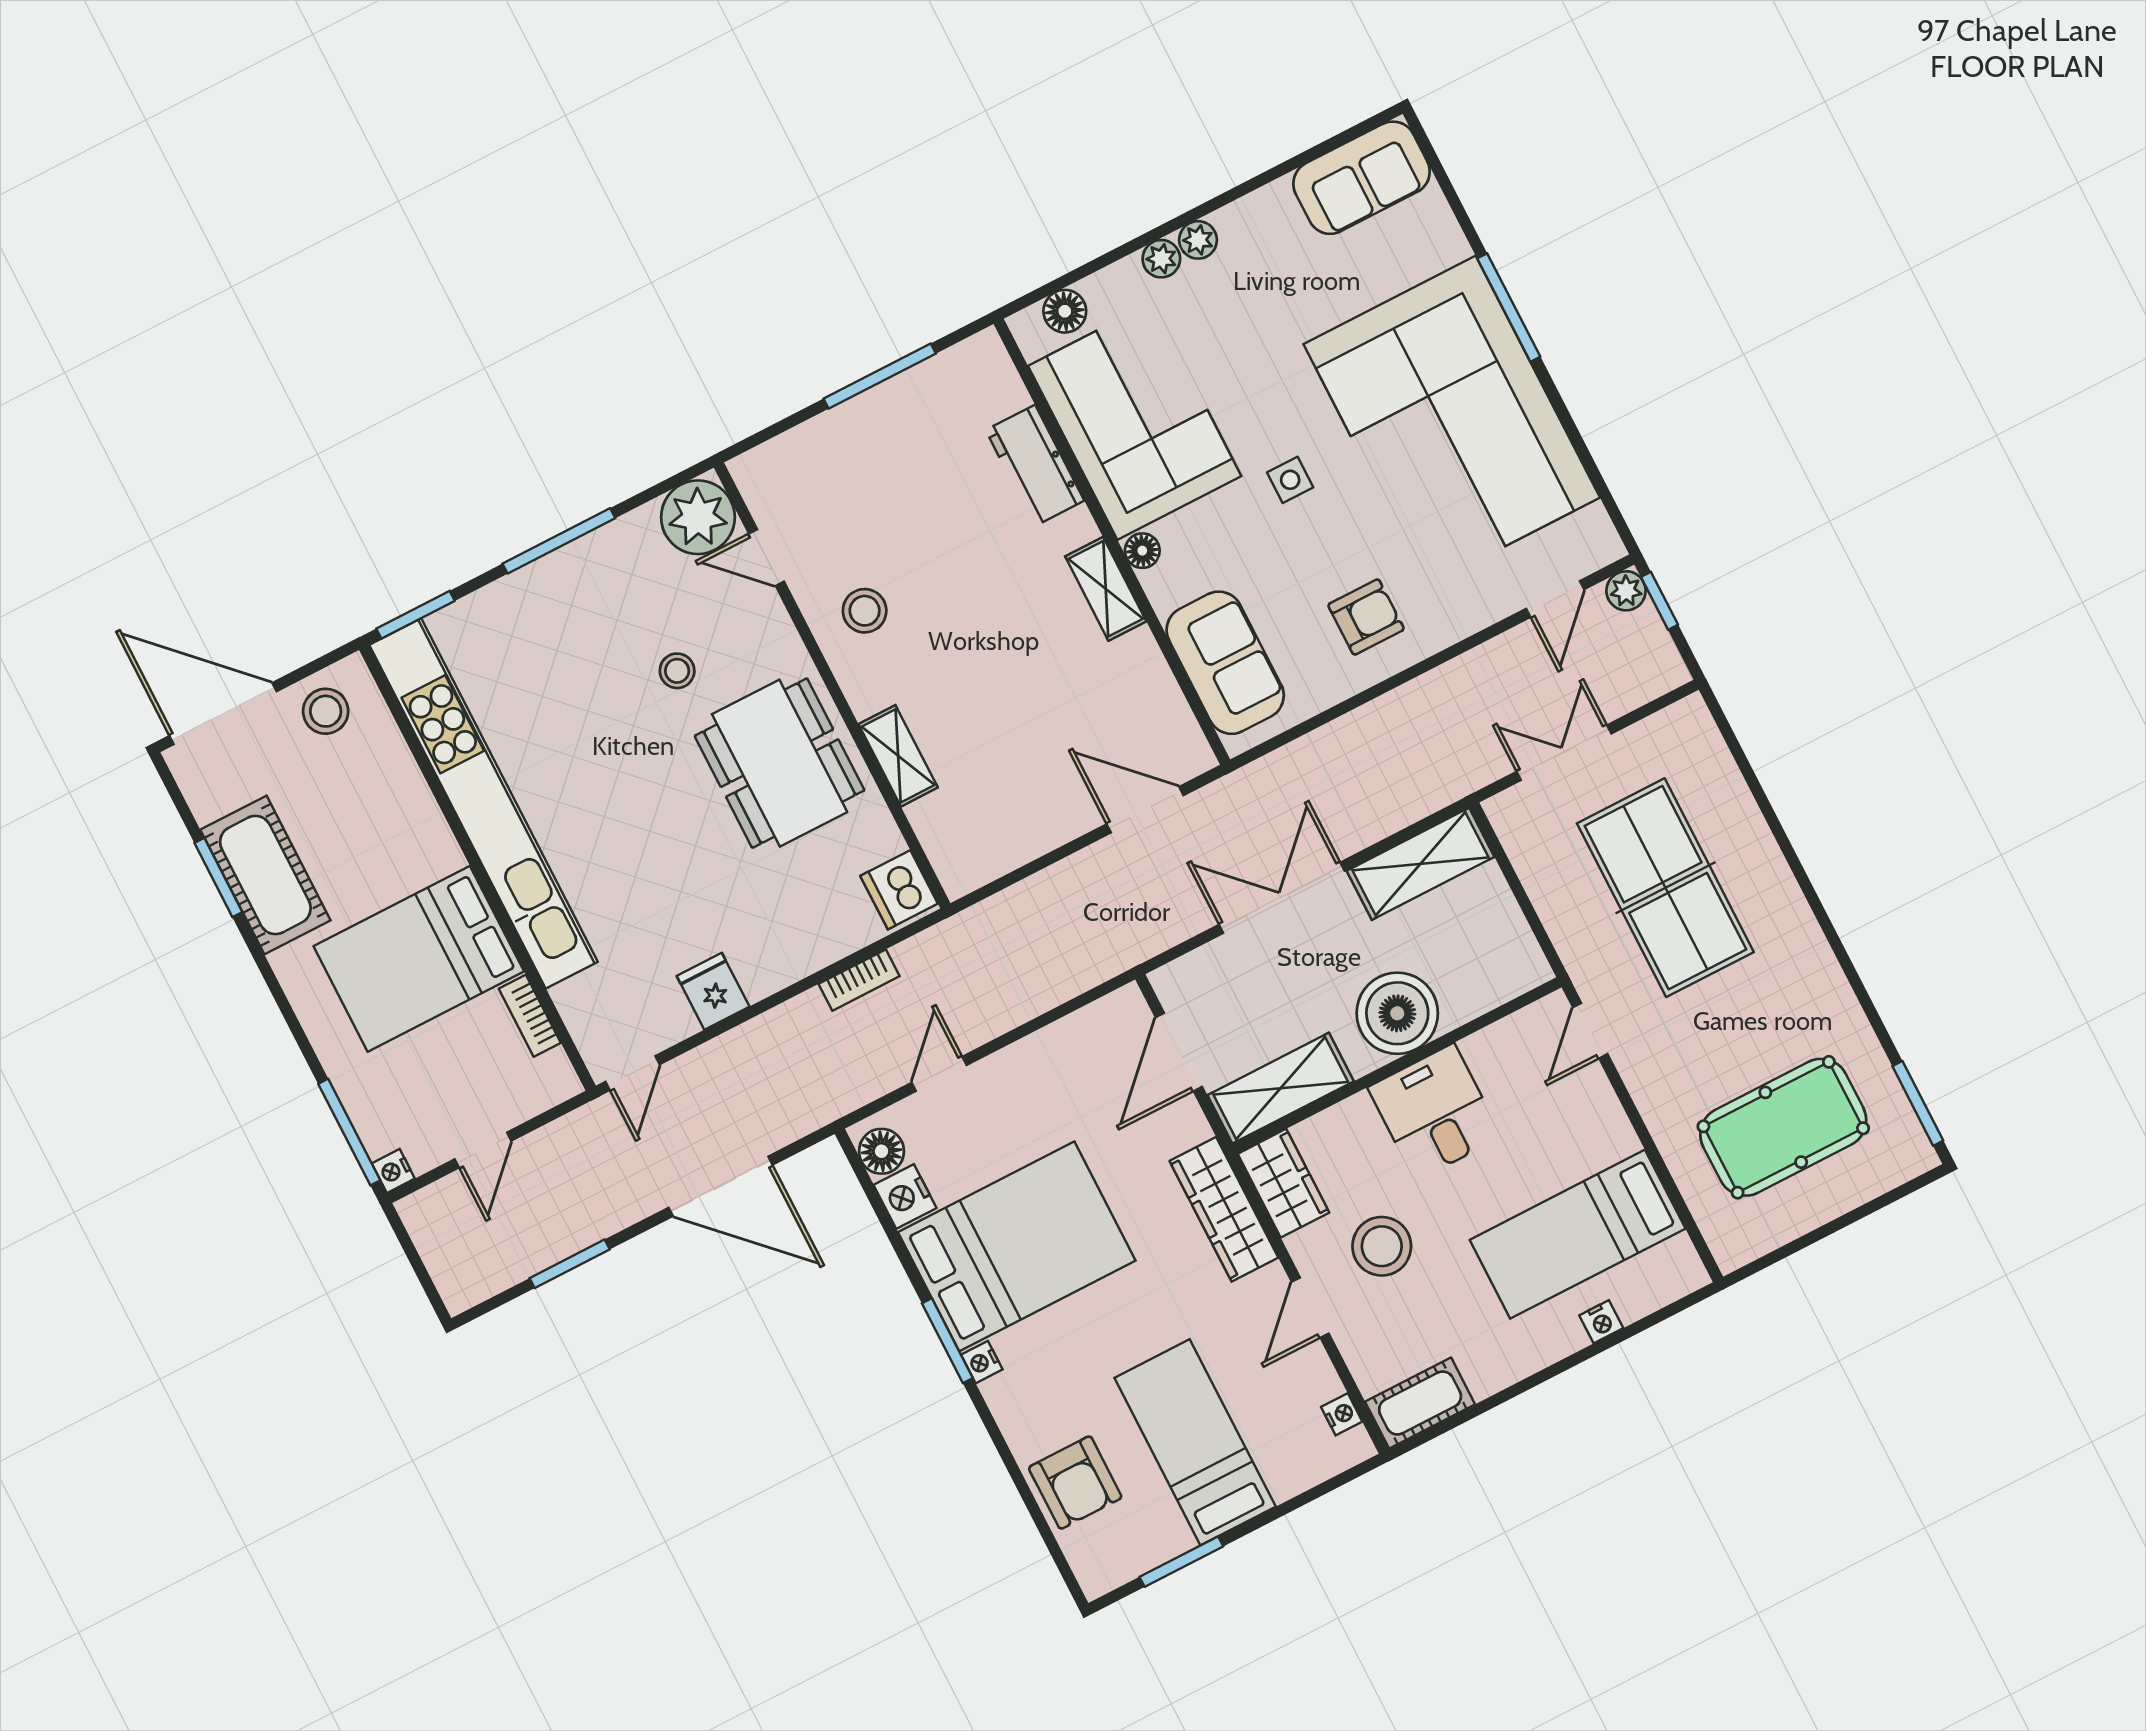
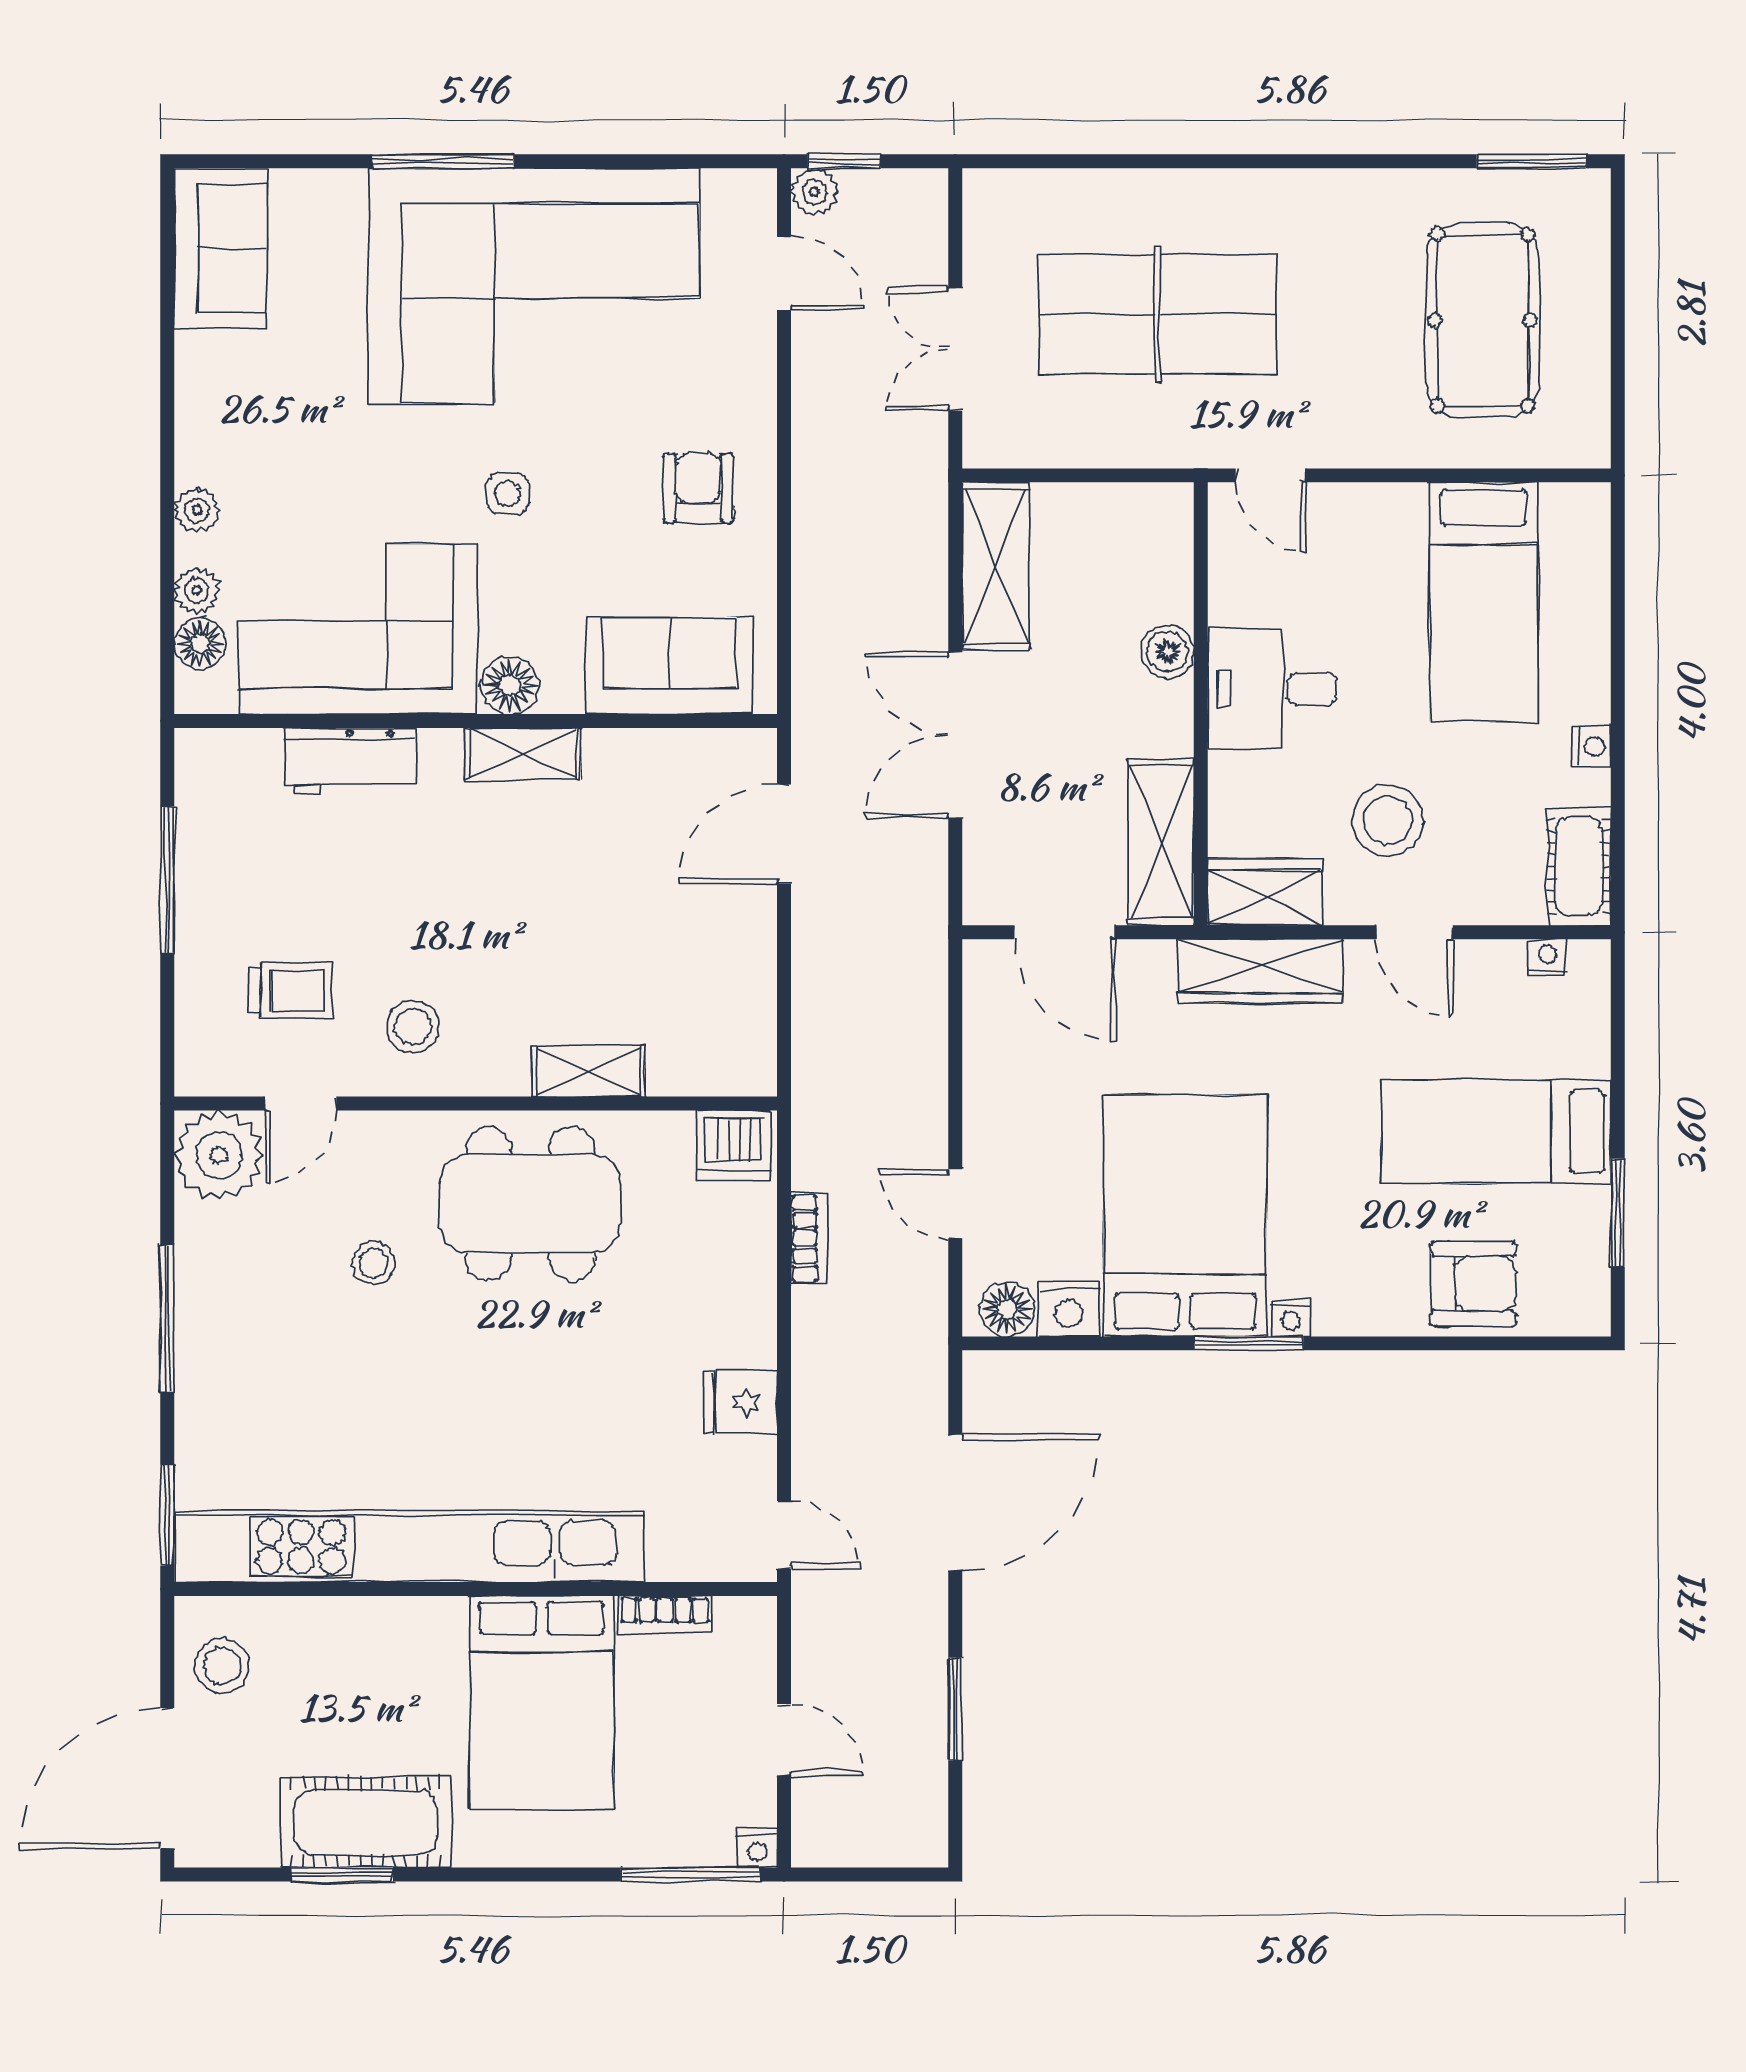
plant: (1198, 240) -> (197, 590), moved
trolley: (845, 507) -> (290, 990), added
floor lamp: (1142, 551) -> (510, 685), width x1.37, depth x1.37
boiler: (1397, 1013) -> (1167, 651), width x0.54, depth x0.54
nightstand: (1601, 1322) -> (1592, 746), moved

